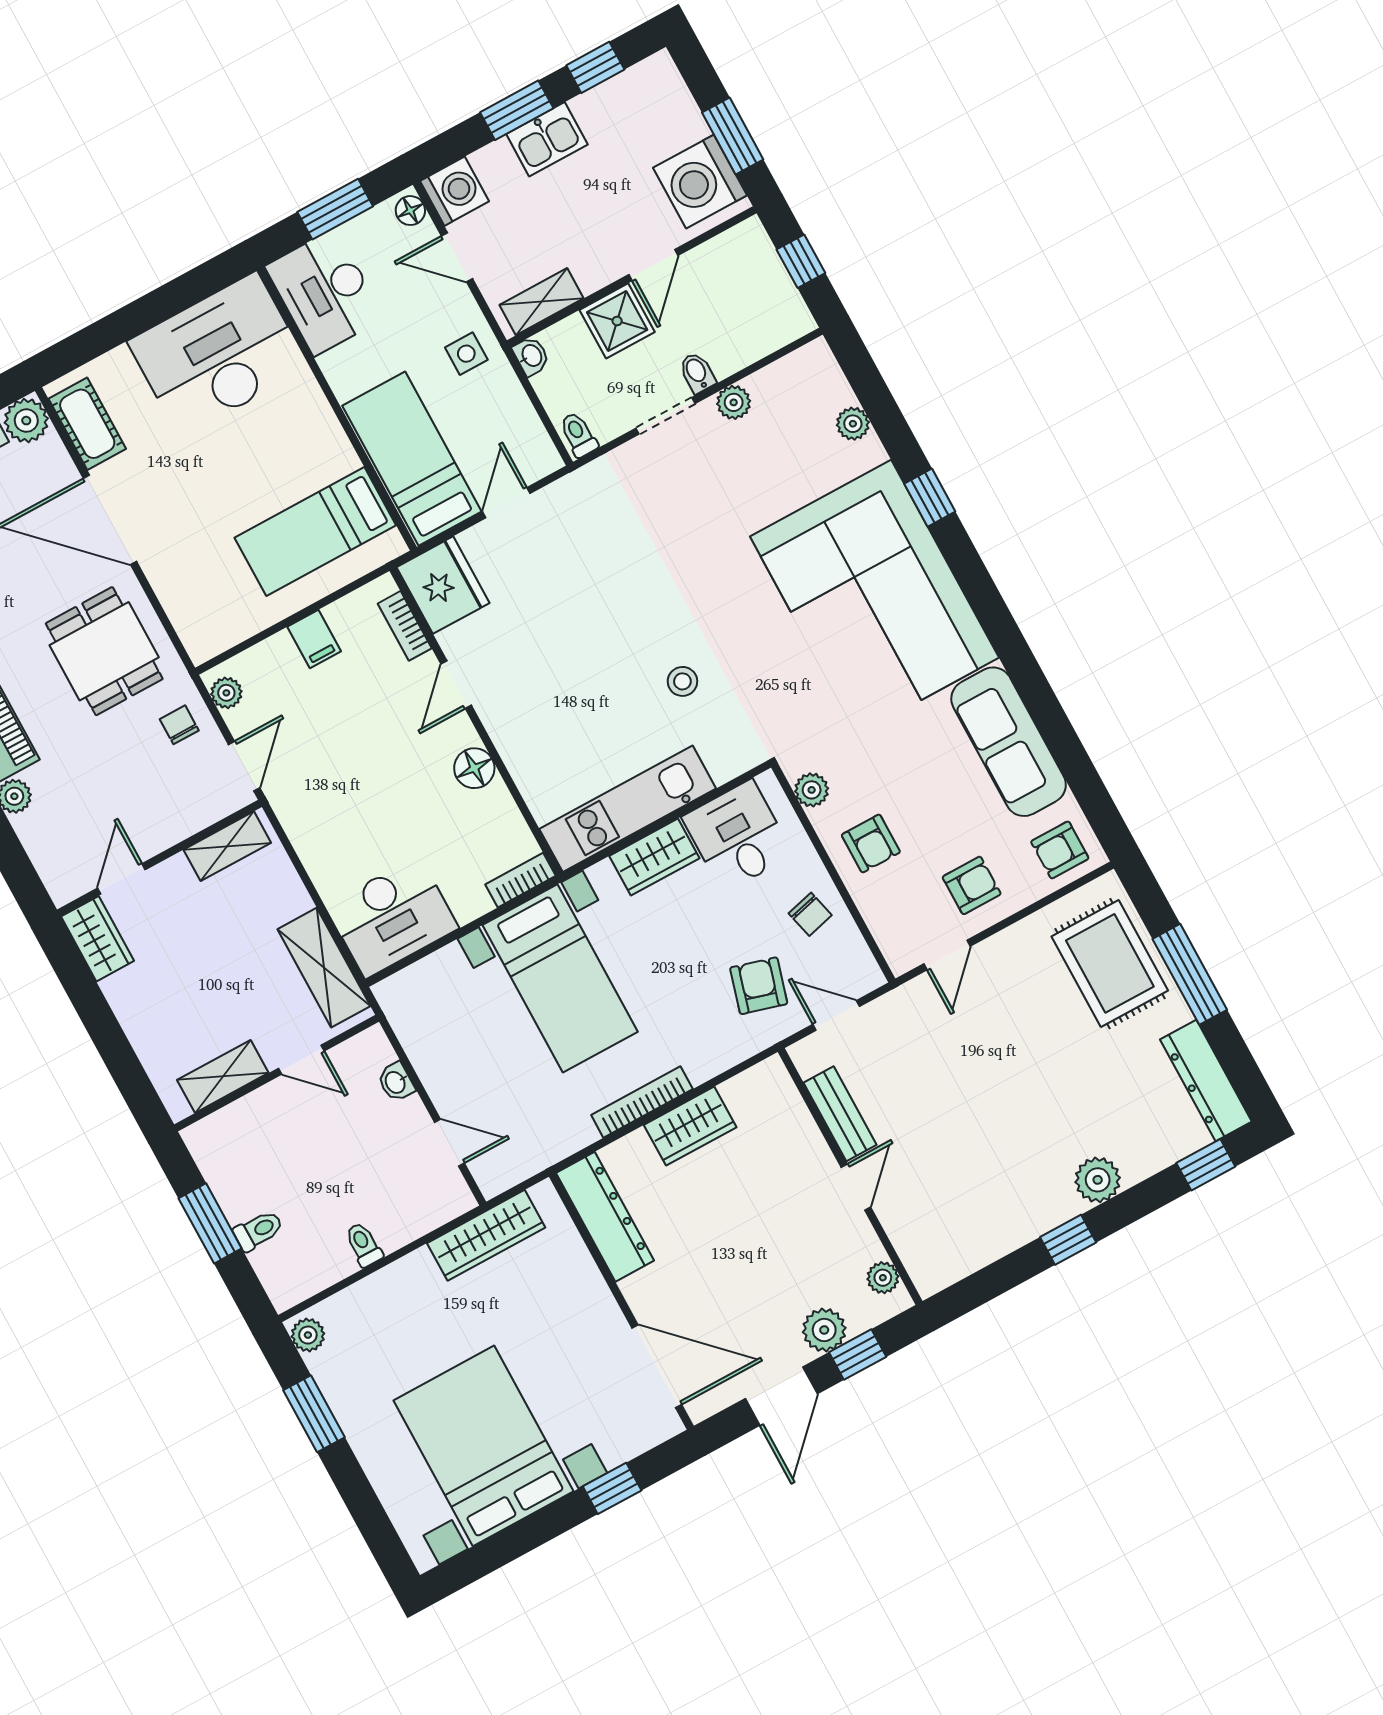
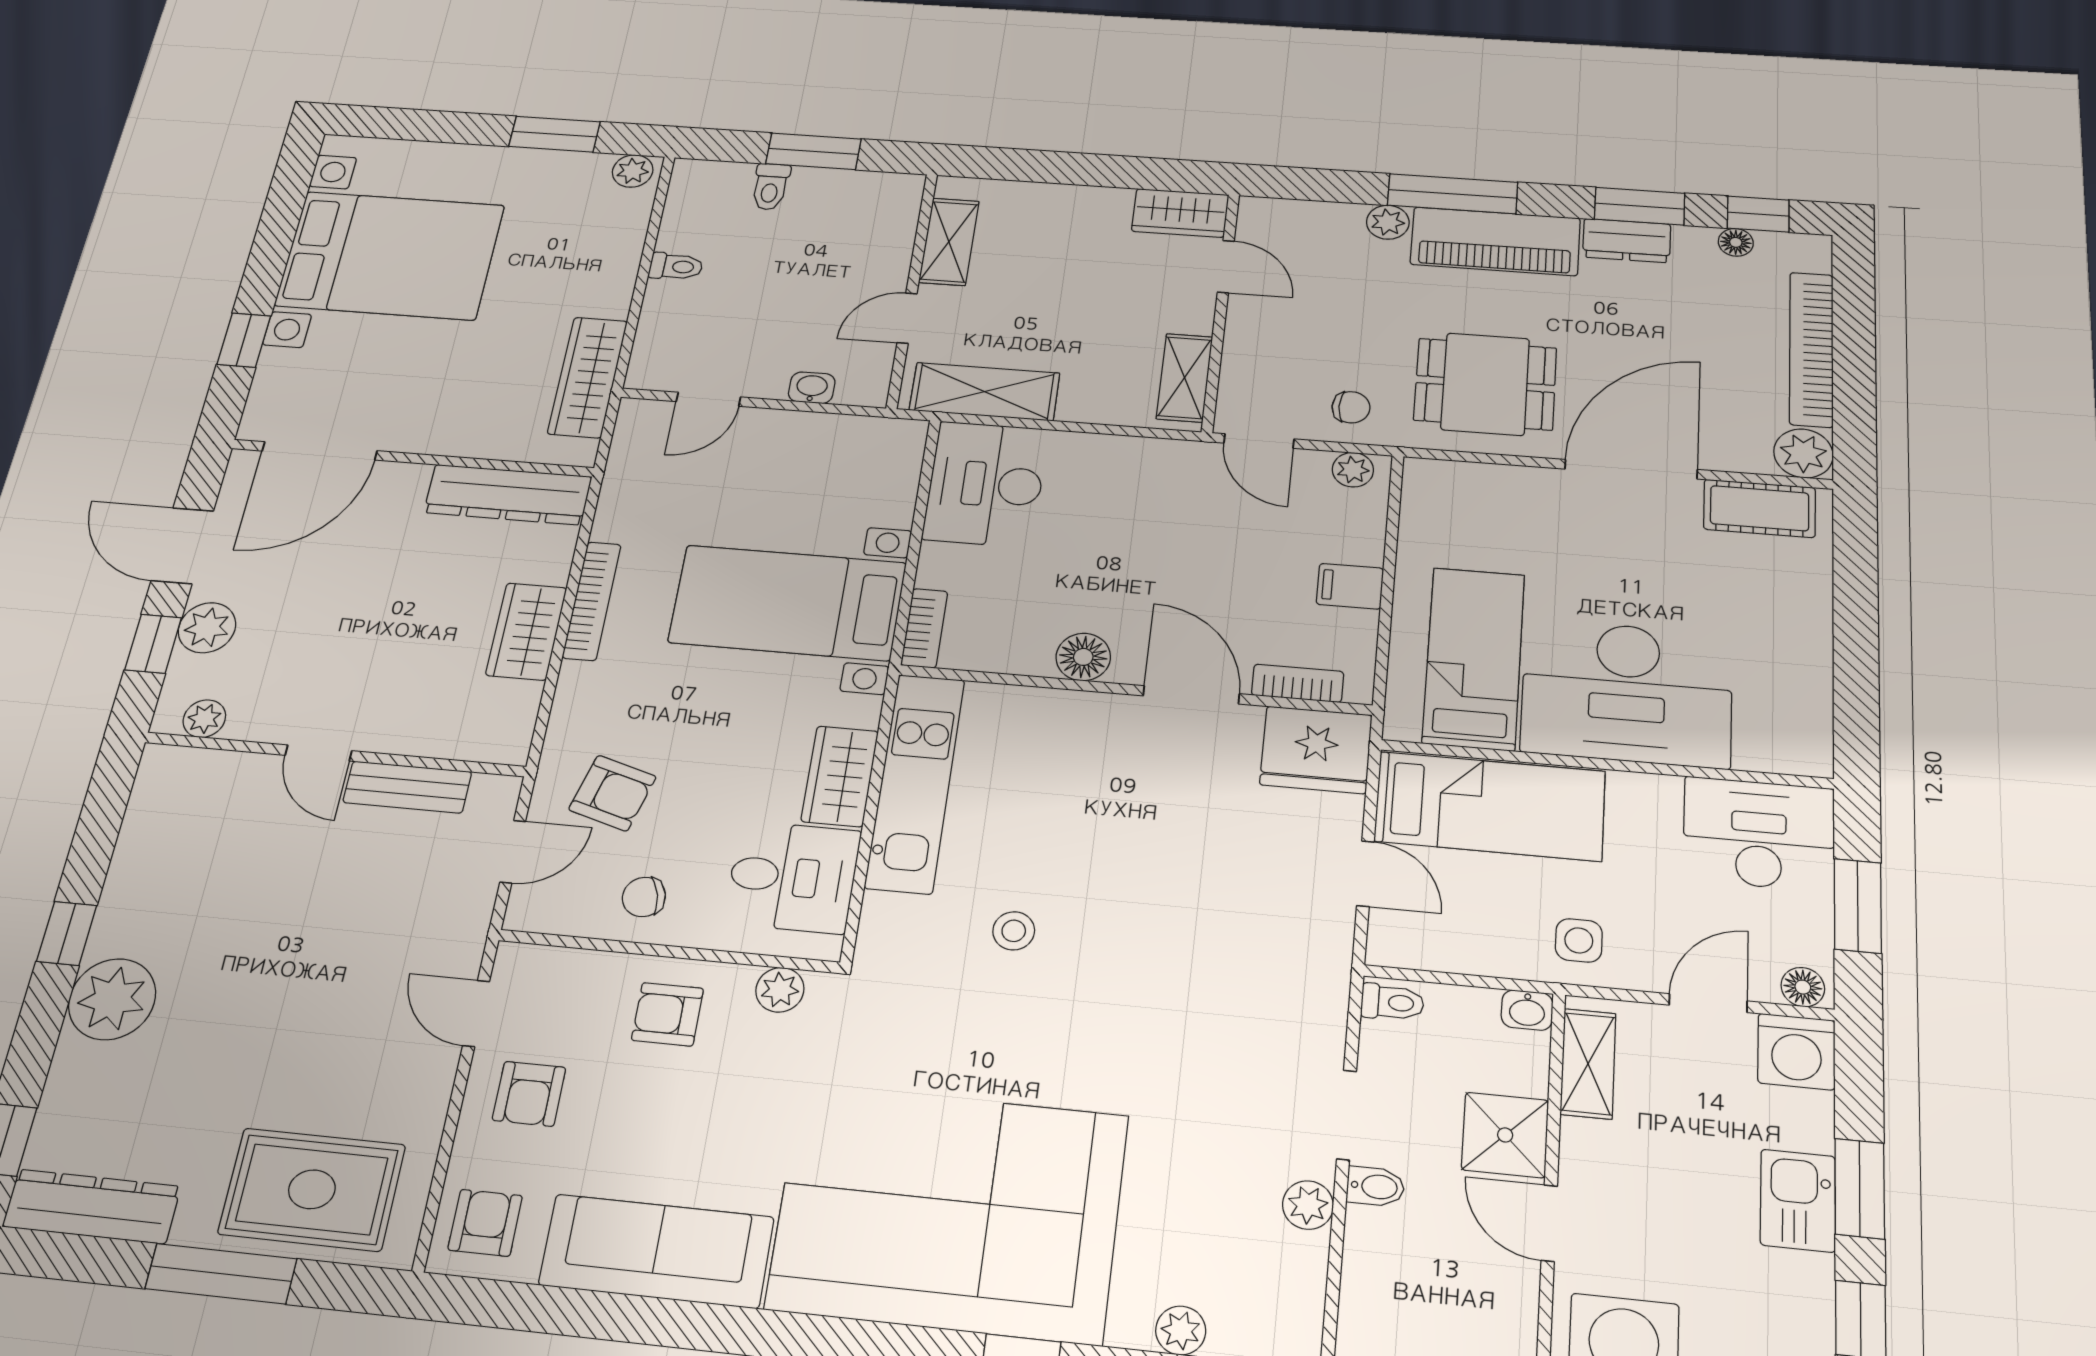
desk: (218, 354) -> (1627, 693), moved, turned 90
door: (456, 685) -> (1191, 695), width x1.38
plant: (1098, 1180) -> (112, 999), width x1.36, depth x1.36

